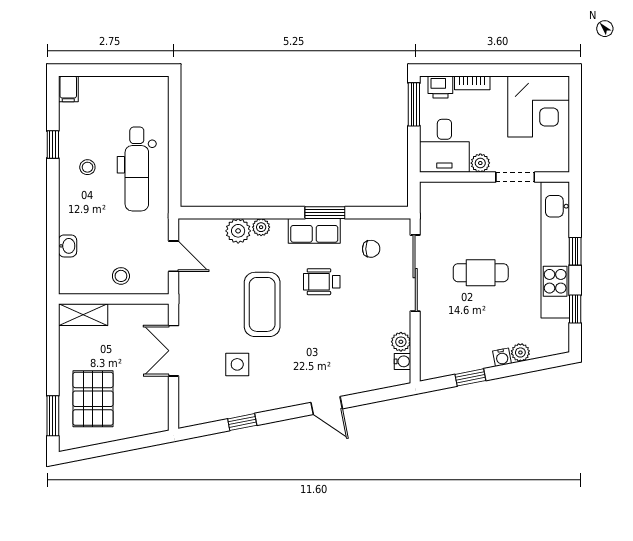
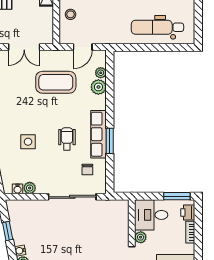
dental chair: (137, 169) -> (157, 27), moved
plant: (261, 227) -> (101, 73), moved
row of seats: (314, 231) -> (98, 134), width x1.48
cafe table: (481, 273) -> (72, 237), removed
coffee table: (262, 304) -> (56, 82), moved
double door: (174, 351) -> (24, 47), swing flipped
side table: (237, 364) -> (28, 142), moved

